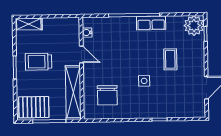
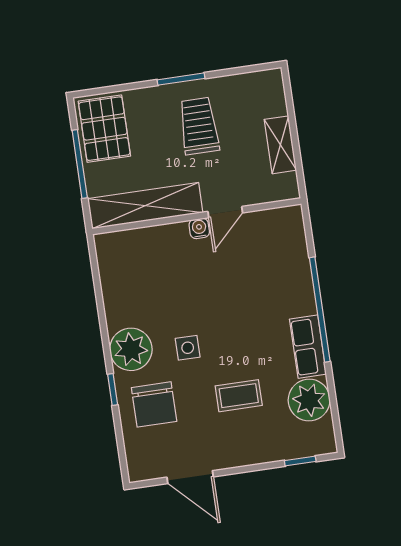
shelving: (29, 24) -> (280, 145), moved
plant: (194, 26) -> (309, 400), moved
water cooler: (87, 33) -> (199, 228), moved
chair: (107, 95) -> (154, 404), moved, turned -90
plant: (141, 108) -> (131, 349), added

